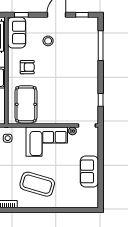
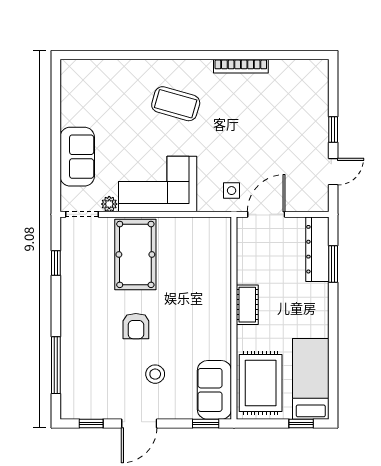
armchair: (27, 67) -> (136, 326), moved, turned -90
pool table: (26, 104) -> (135, 254), moved
sofa: (89, 171) -> (77, 157), moved
coffee table: (37, 184) -> (176, 104), width x0.73, depth x0.76

